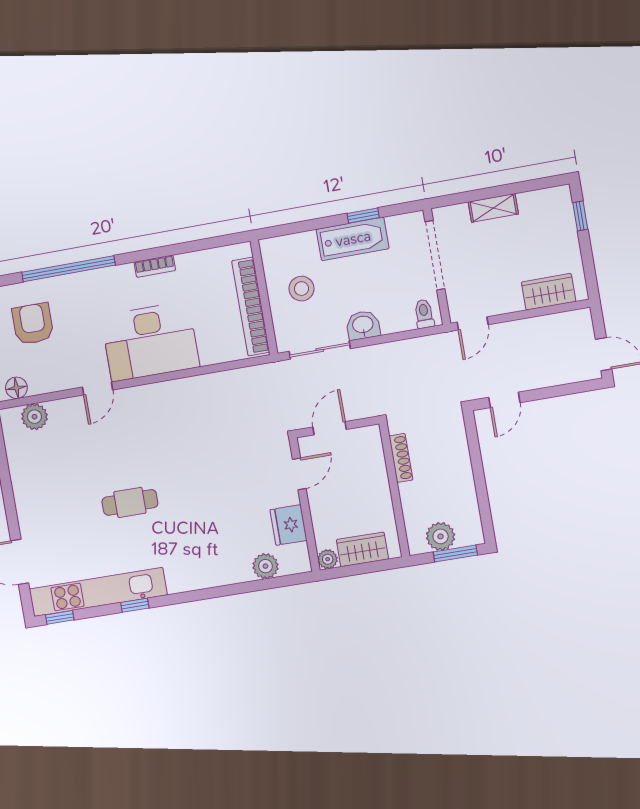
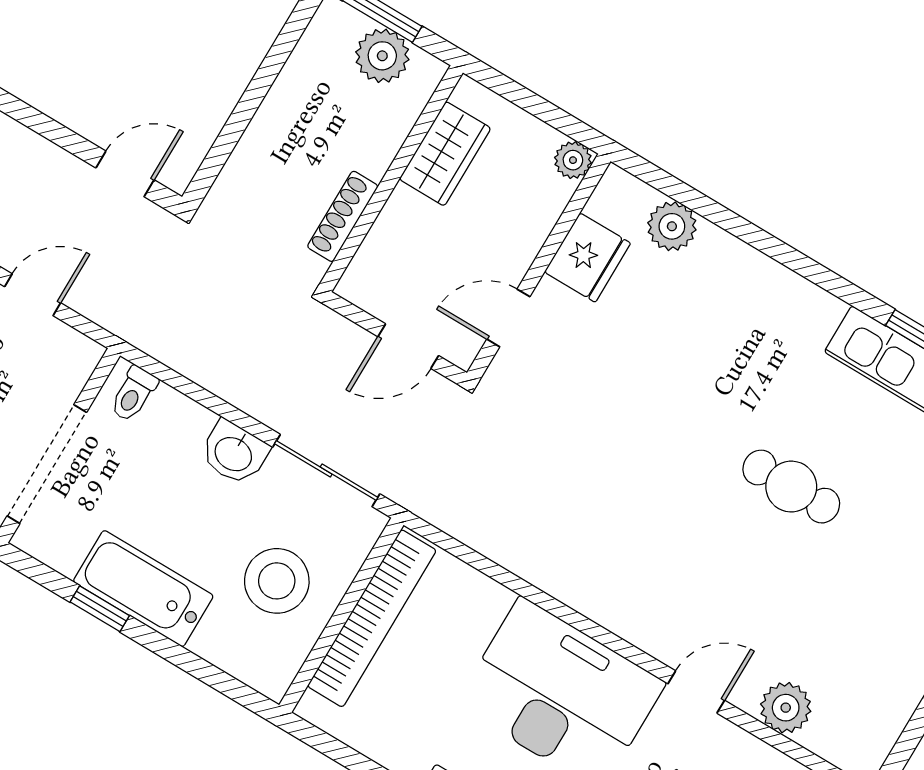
stool: (301, 289) -> (277, 581), width x1.38, depth x1.38
door: (473, 323) -> (33, 295), moved
plant: (35, 417) -> (786, 708), moved
wardrobe: (362, 549) -> (445, 154), moved, turned -90

